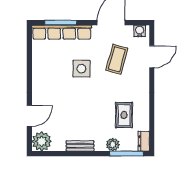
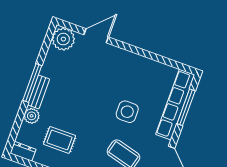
door: (29, 116) -> (96, 36), swing flipped
bench: (80, 146) -> (39, 92), moved
window: (127, 154) -> (32, 83), moved

